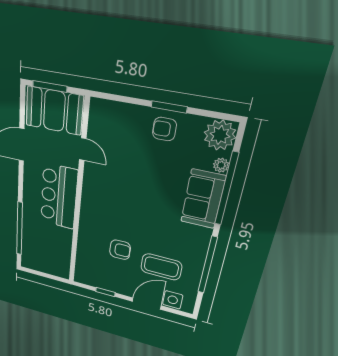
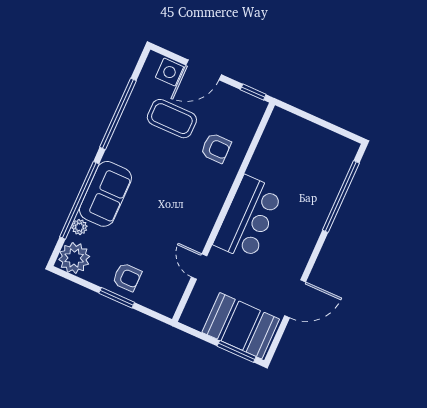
door: (83, 149) -> (199, 267), moved
bar counter: (59, 197) -> (248, 218), moved
wall: (79, 197) -> (223, 212), moved
armchair: (120, 250) -> (216, 148), turned 180

